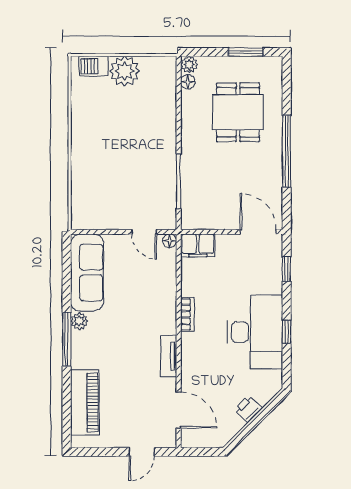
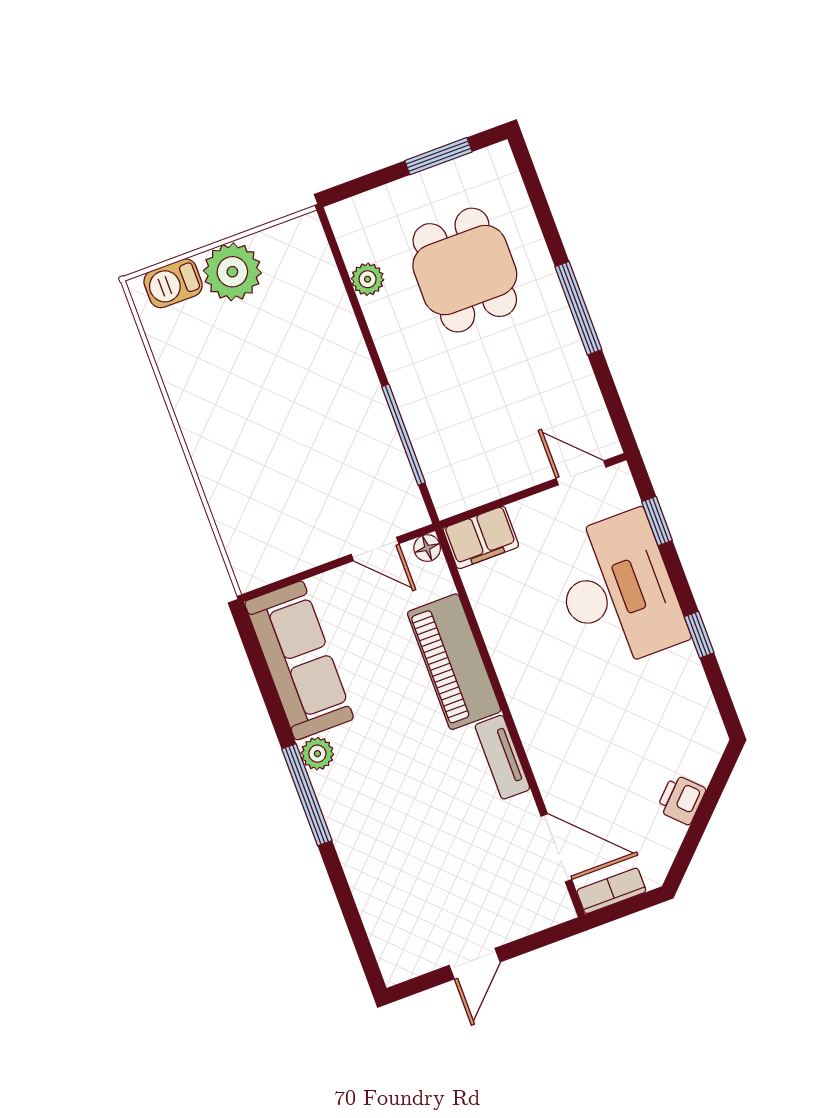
plant: (189, 65) -> (368, 279), moved
floor lamp: (188, 82) -> (354, 249), removed
window: (287, 151) -> (578, 308), width x0.68
door: (258, 232) -> (581, 473), width x0.73
bookcase: (187, 314) -> (611, 891), moved, turned -90
desk: (255, 332) -> (618, 591), moved
piano: (85, 402) -> (454, 662), moved, turned 180
door: (142, 452) -> (475, 964), moved

